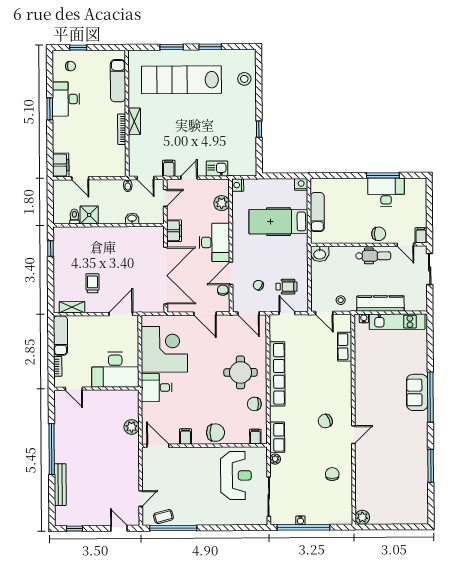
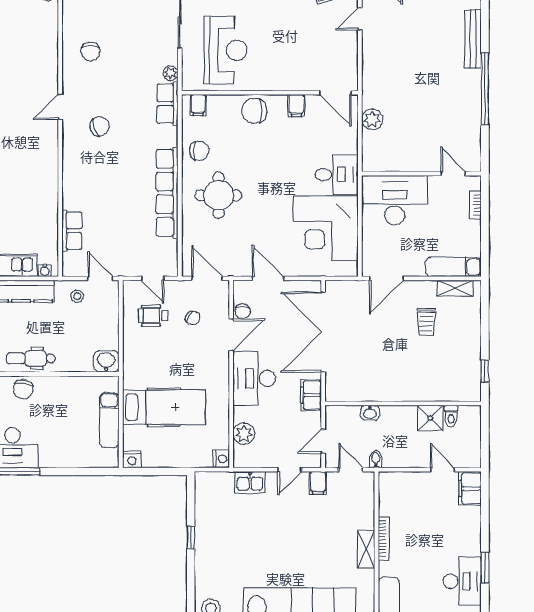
chair: (379, 234) -> (23, 389), turned -83
exam couch: (60, 336) -> (453, 267), moved, turned 90
reception desk: (236, 475) -> (226, 50), turned 180

